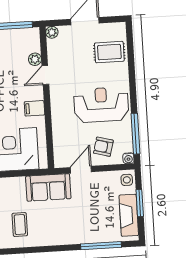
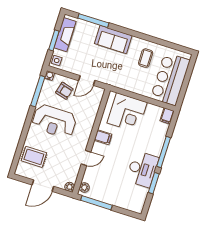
plant: (35, 59) -> (84, 187), moved
sofa: (48, 187) -> (113, 40), moved, turned 180

